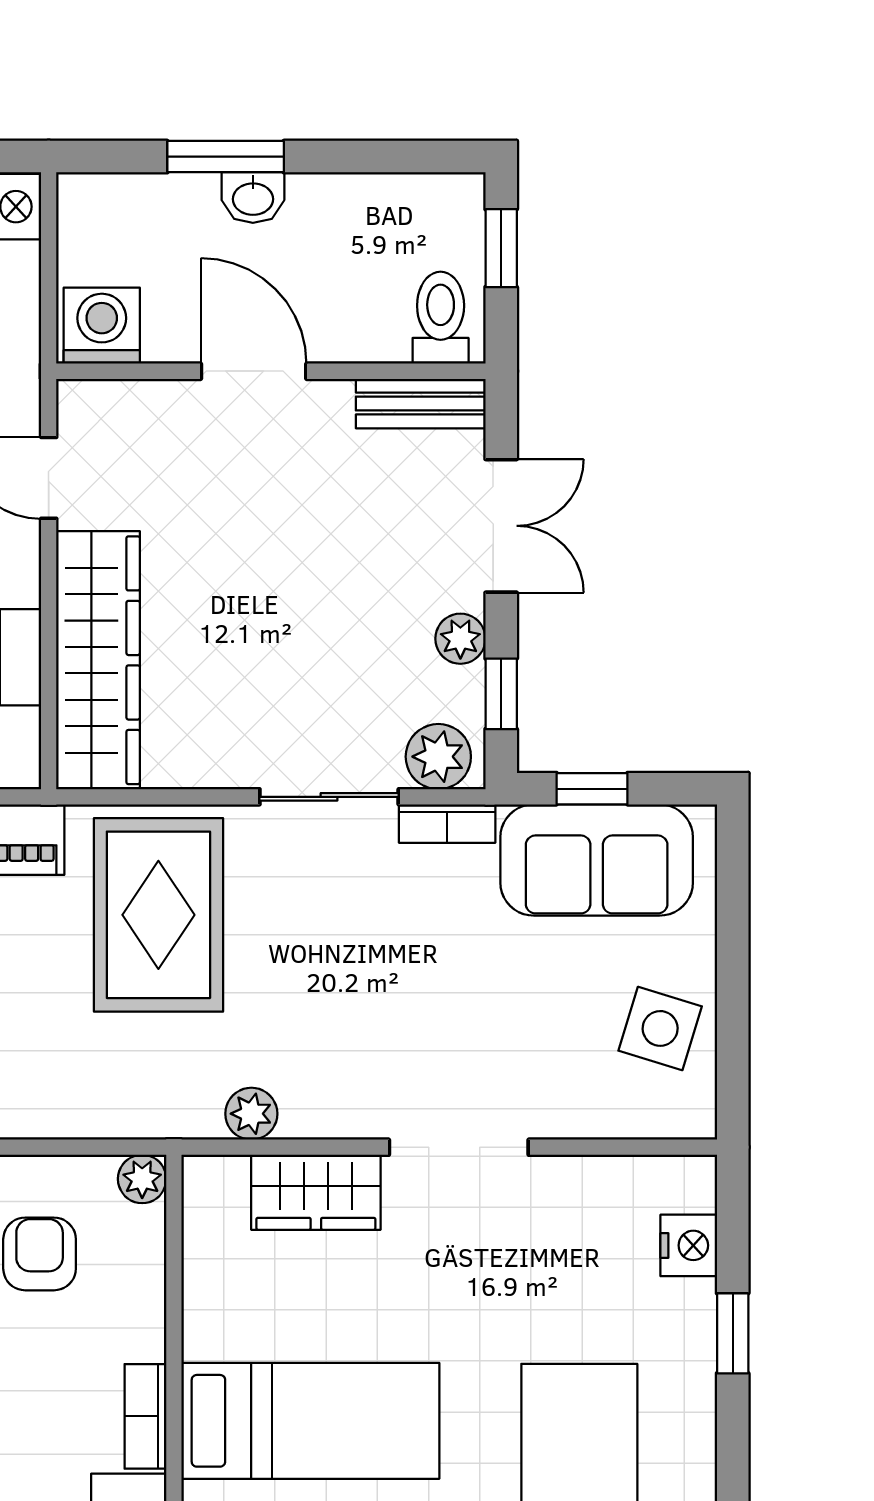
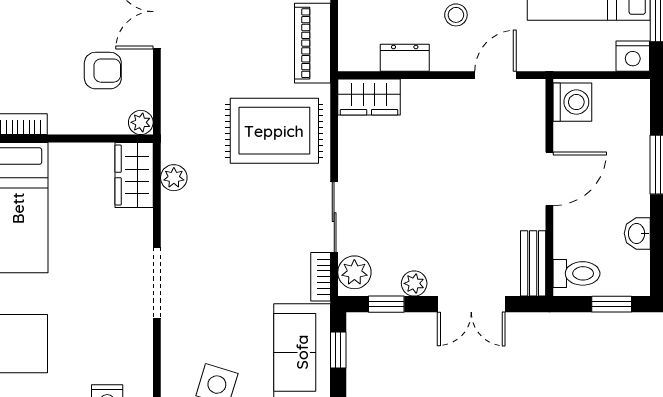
washbasin: (253, 198) -> (637, 233), moved
wardrobe: (98, 660) -> (369, 97), width x0.48, depth x0.85
wardrobe: (316, 1192) -> (134, 175), moved

